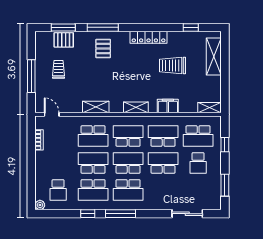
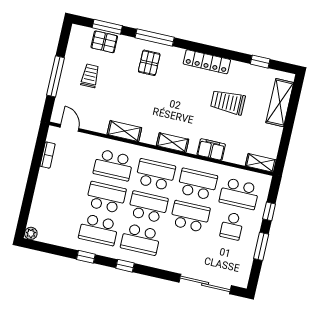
window: (225, 185) -> (261, 246), moved
school desk: (58, 190) -> (57, 220), removed
window: (120, 214) -> (125, 266), width x0.46
sliding door: (187, 214) -> (205, 284), width x1.37

